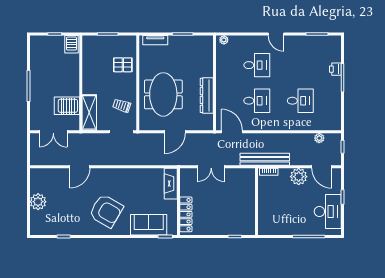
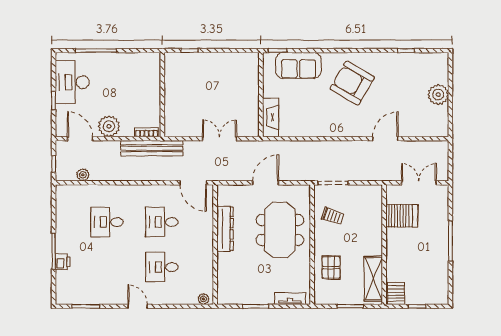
pallet: (123, 65) -> (331, 267), turned 90
shelving: (89, 112) -> (373, 279), moved
locker: (186, 214) -> (251, 78), removed

